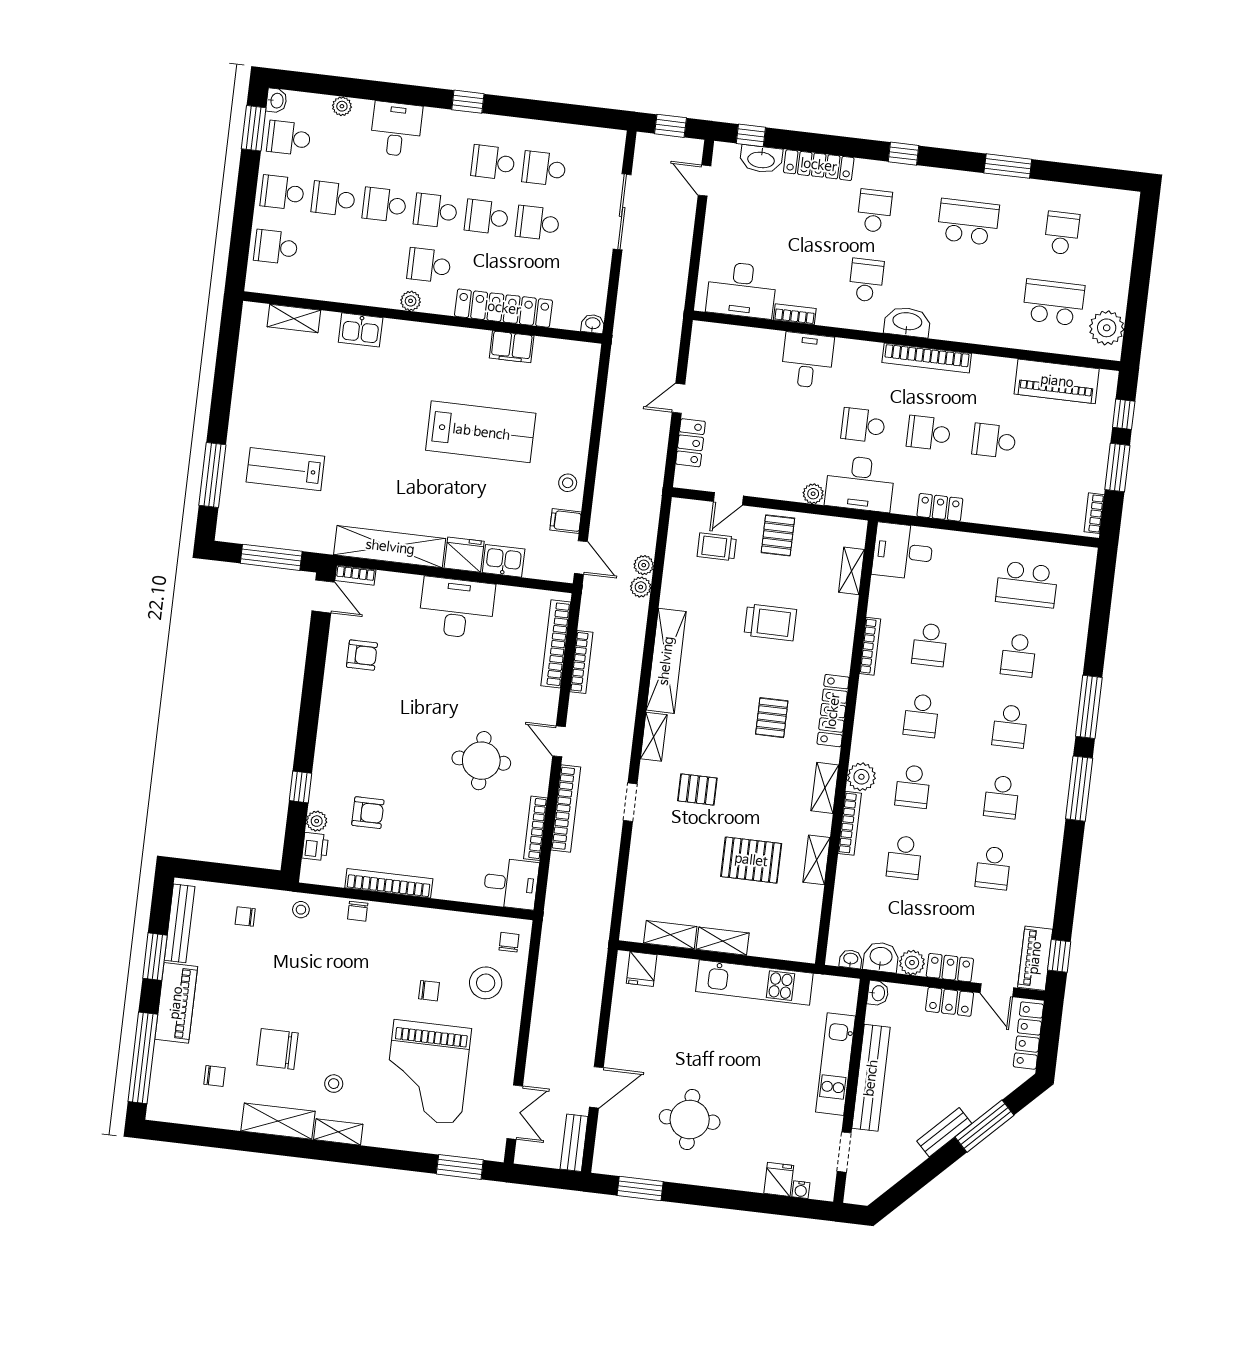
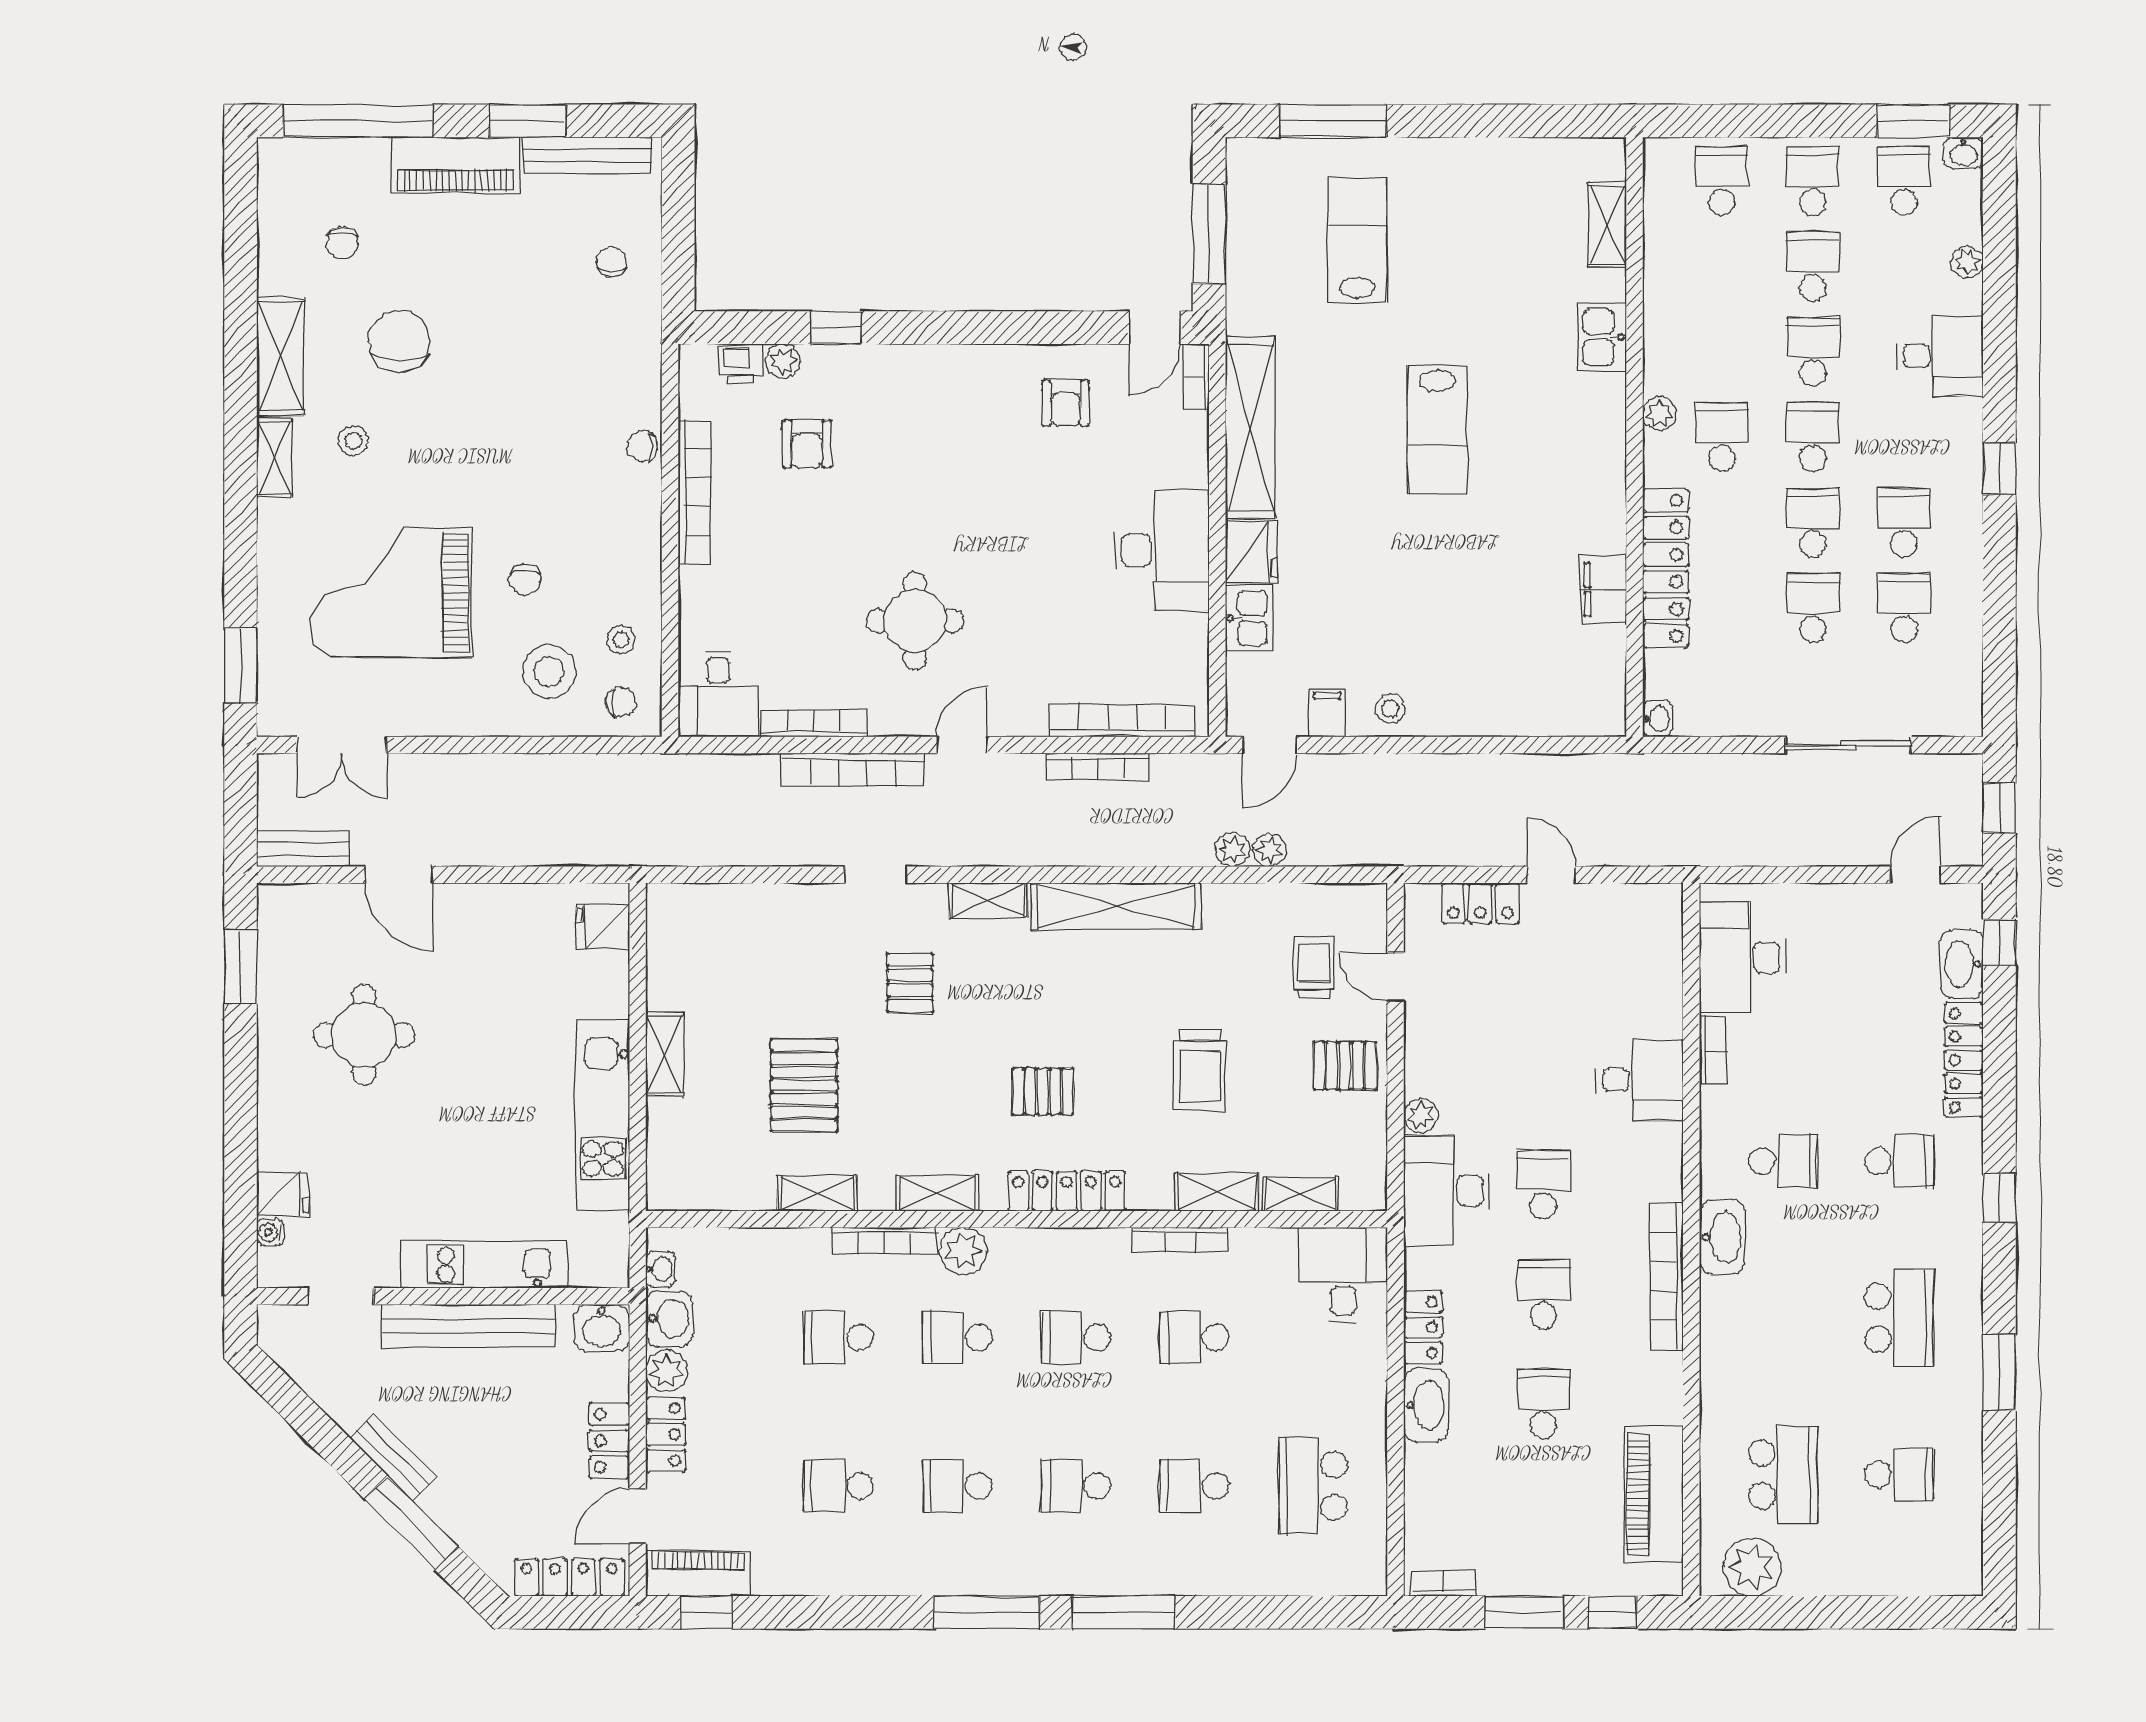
lab bench: (481, 432) -> (1437, 429), moved, width x0.73, depth x0.72
washbasin: (987, 511) -> (1426, 1406), added
stool: (301, 910) -> (621, 640), moved
shelving: (670, 935) -> (1217, 1192), moved, turned 90
washbasin: (878, 993) -> (602, 1328), width x1.38, depth x1.45

